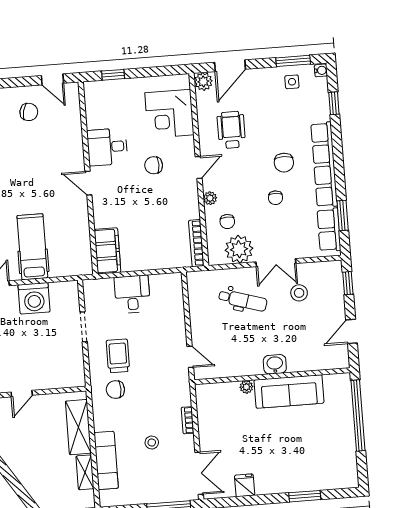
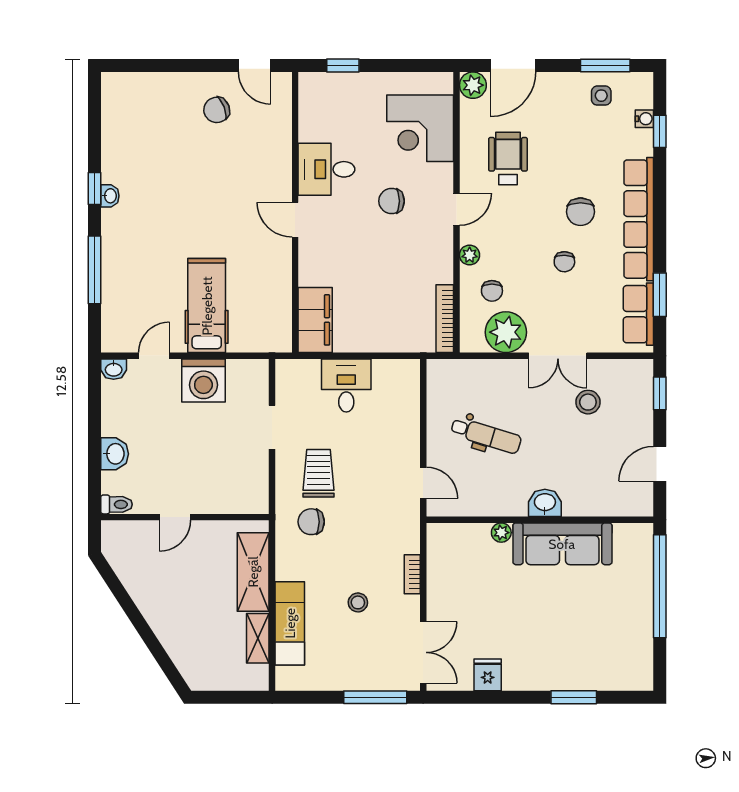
water cooler: (321, 70) -> (644, 119), moved
chair: (29, 112) -> (217, 110), turned 146
dental chair: (243, 300) -> (486, 435), moved

